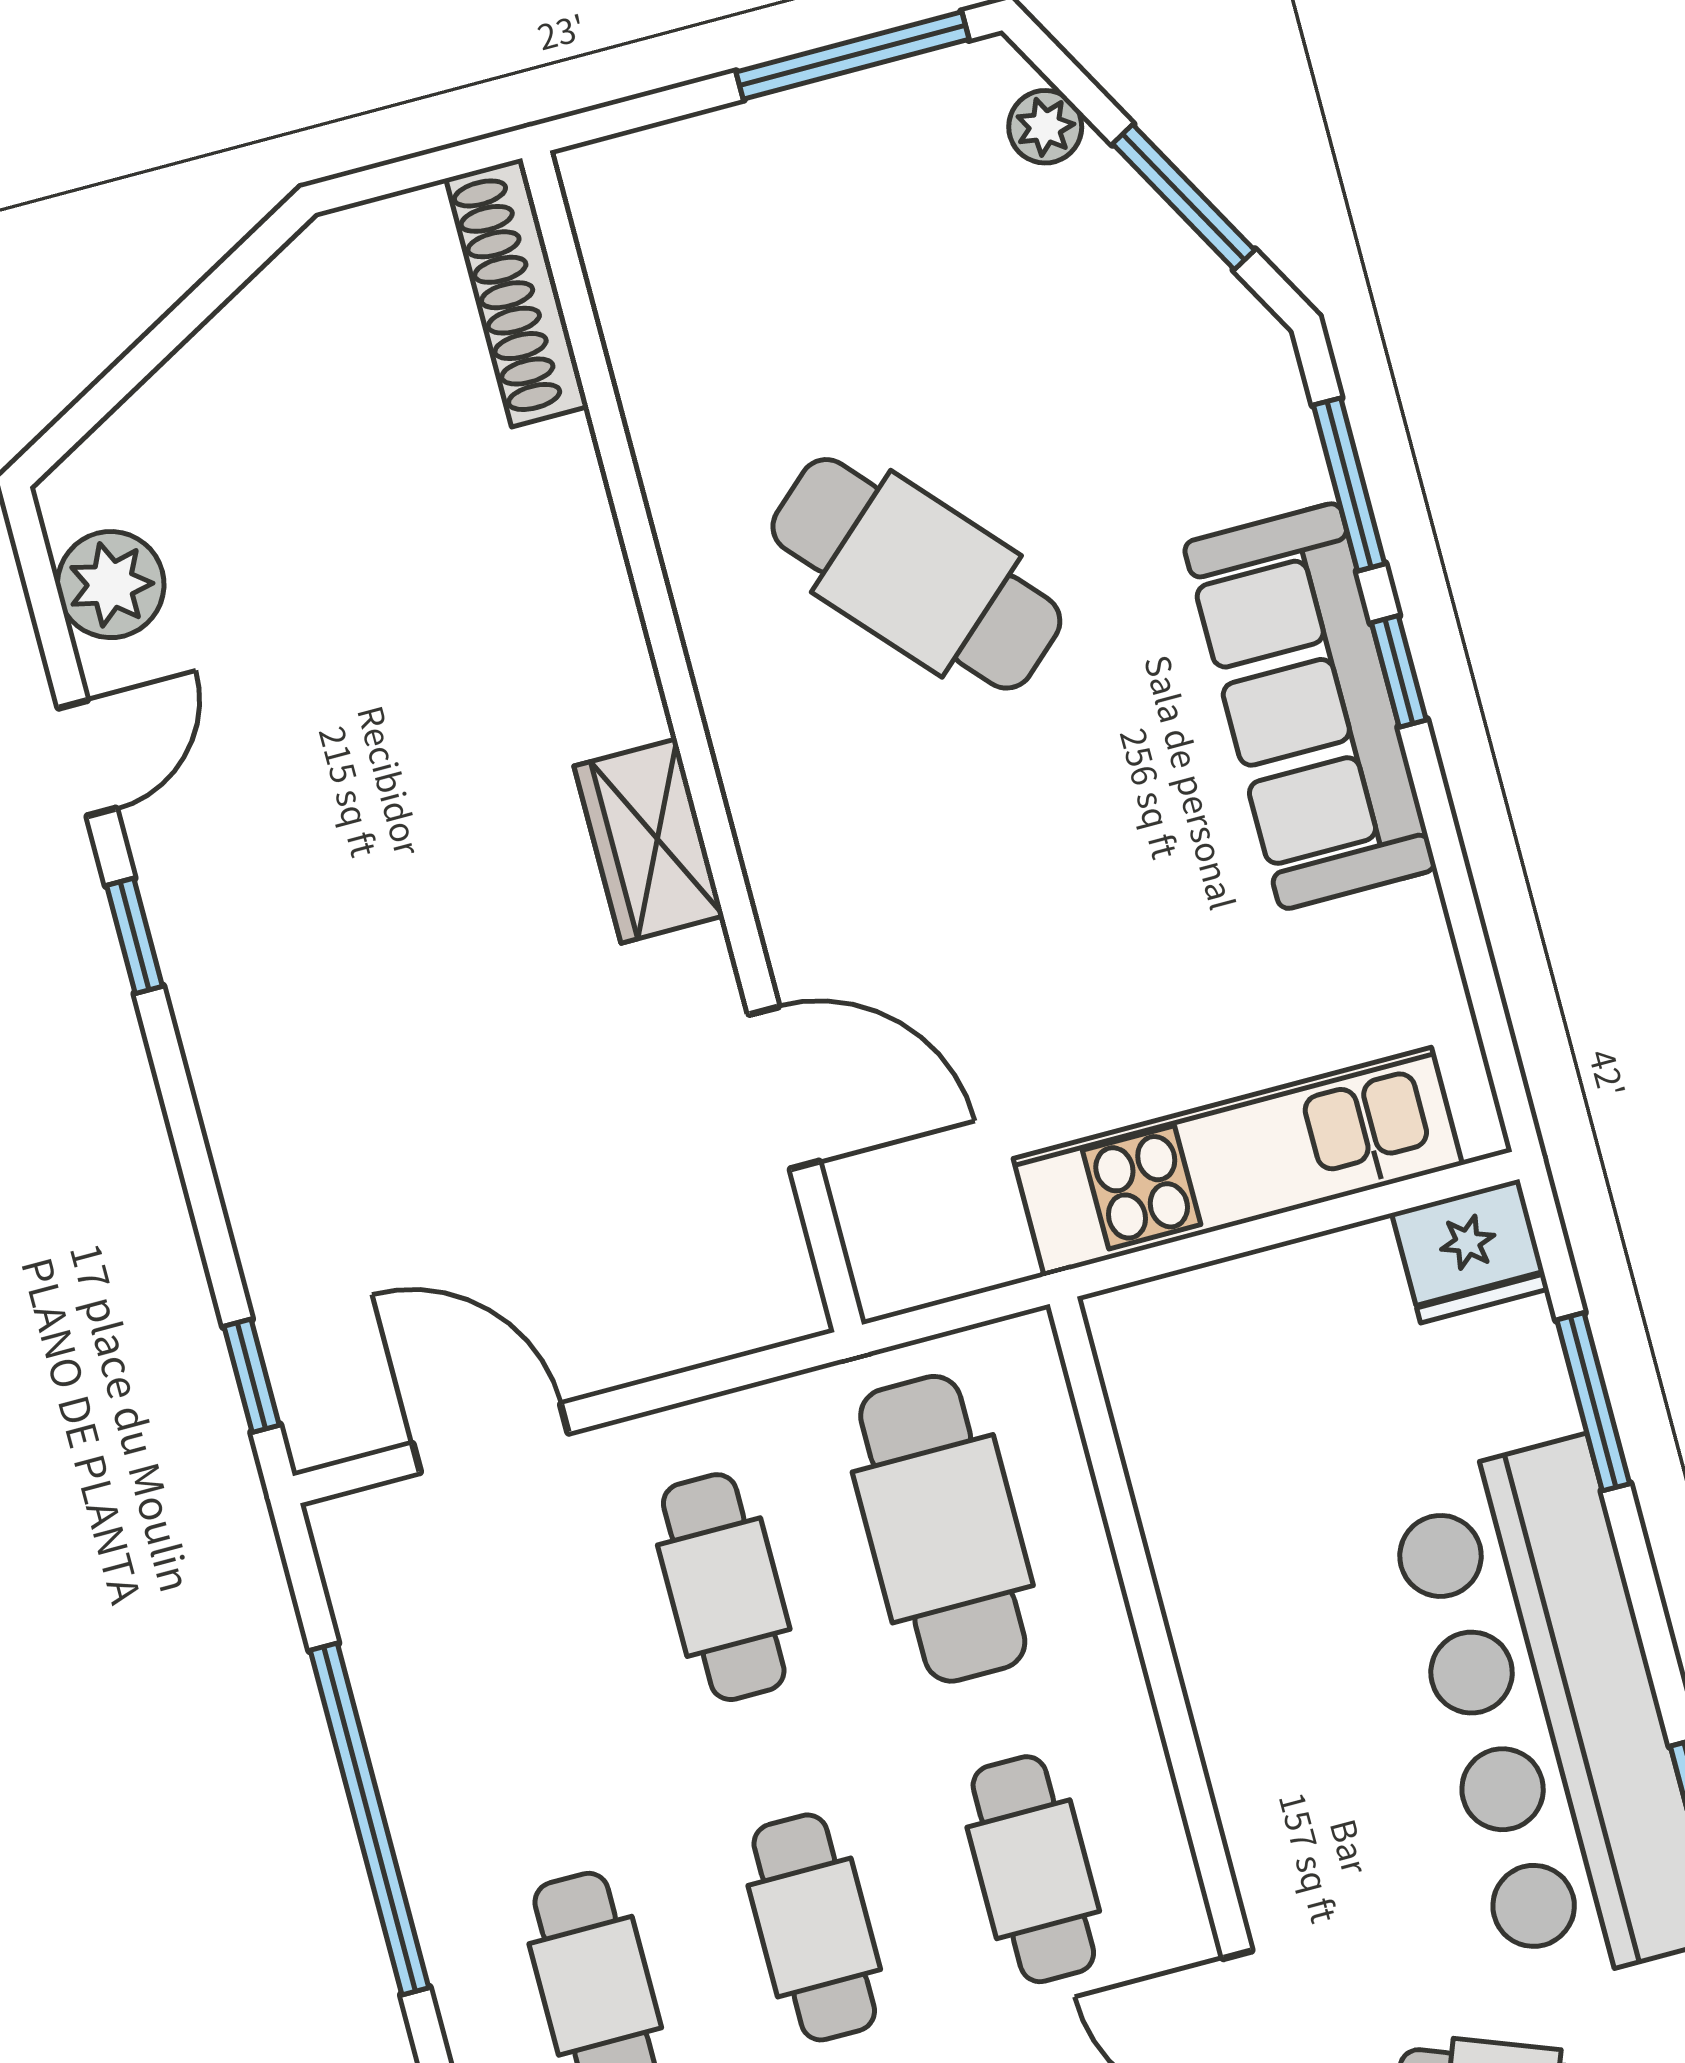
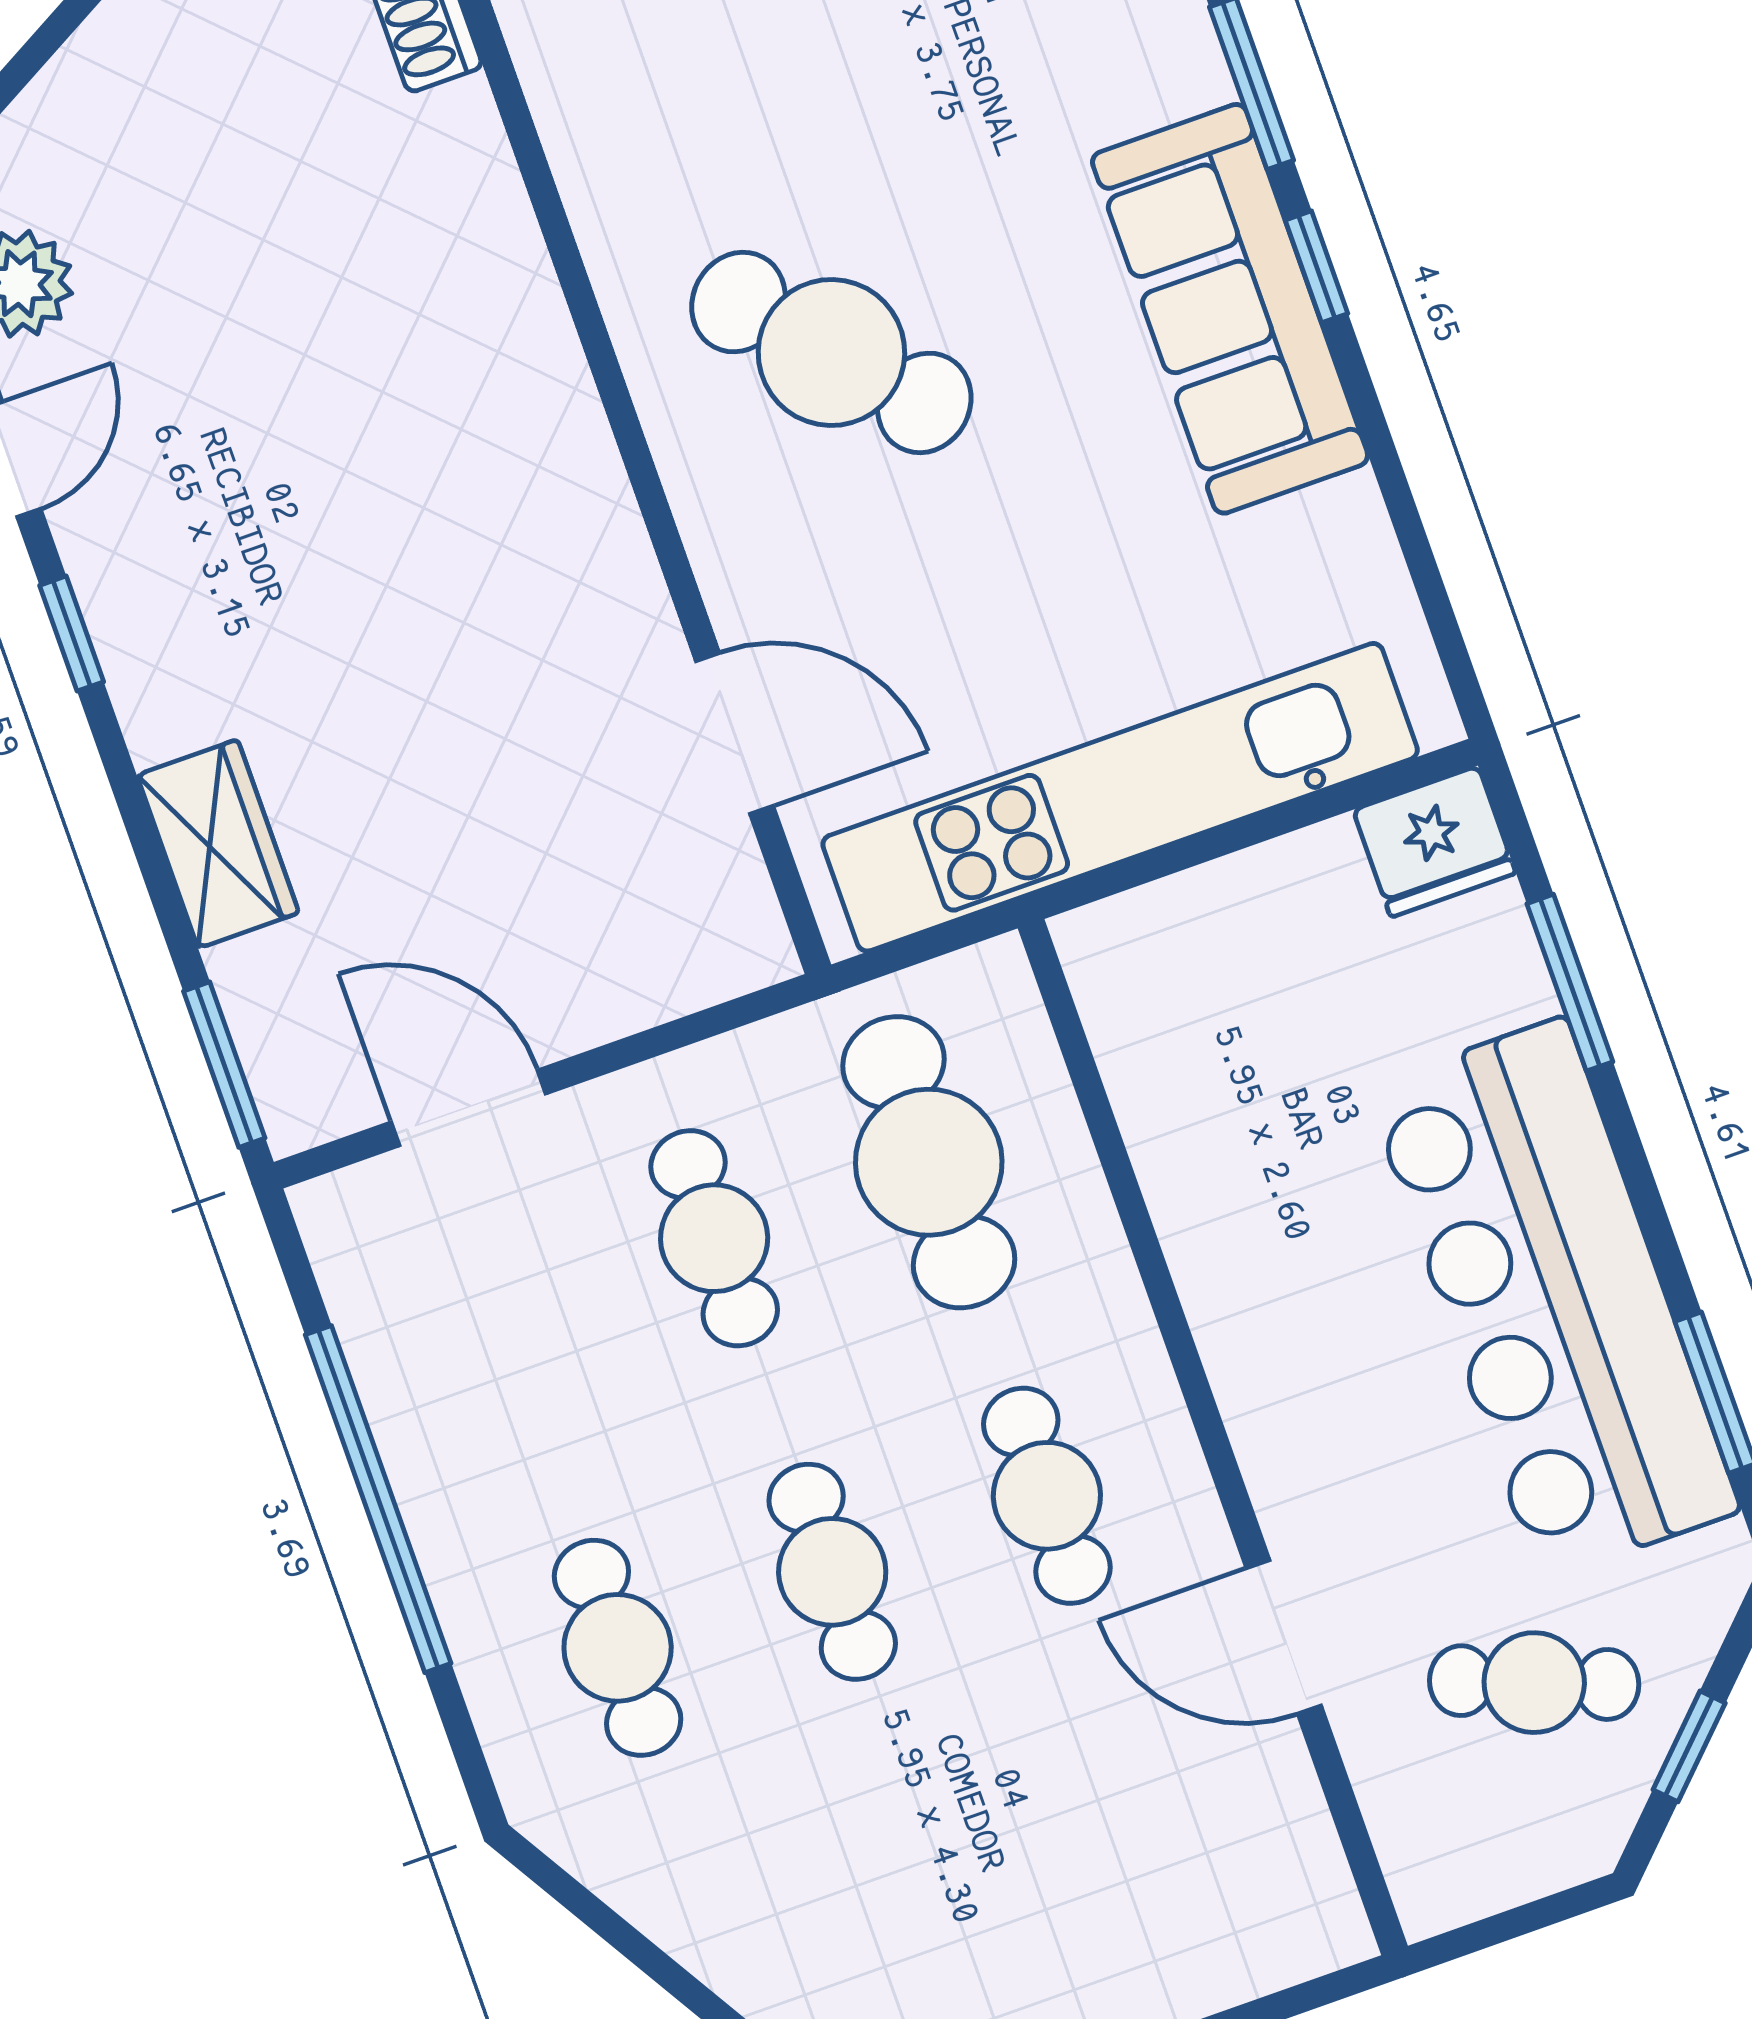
cafe table: (916, 574) -> (831, 352), moved
wardrobe: (649, 841) -> (218, 844), moved, turned 180
kitchen unit: (1238, 1162) -> (1120, 797), width x1.36
window: (252, 1376) -> (224, 1065), width x1.50

